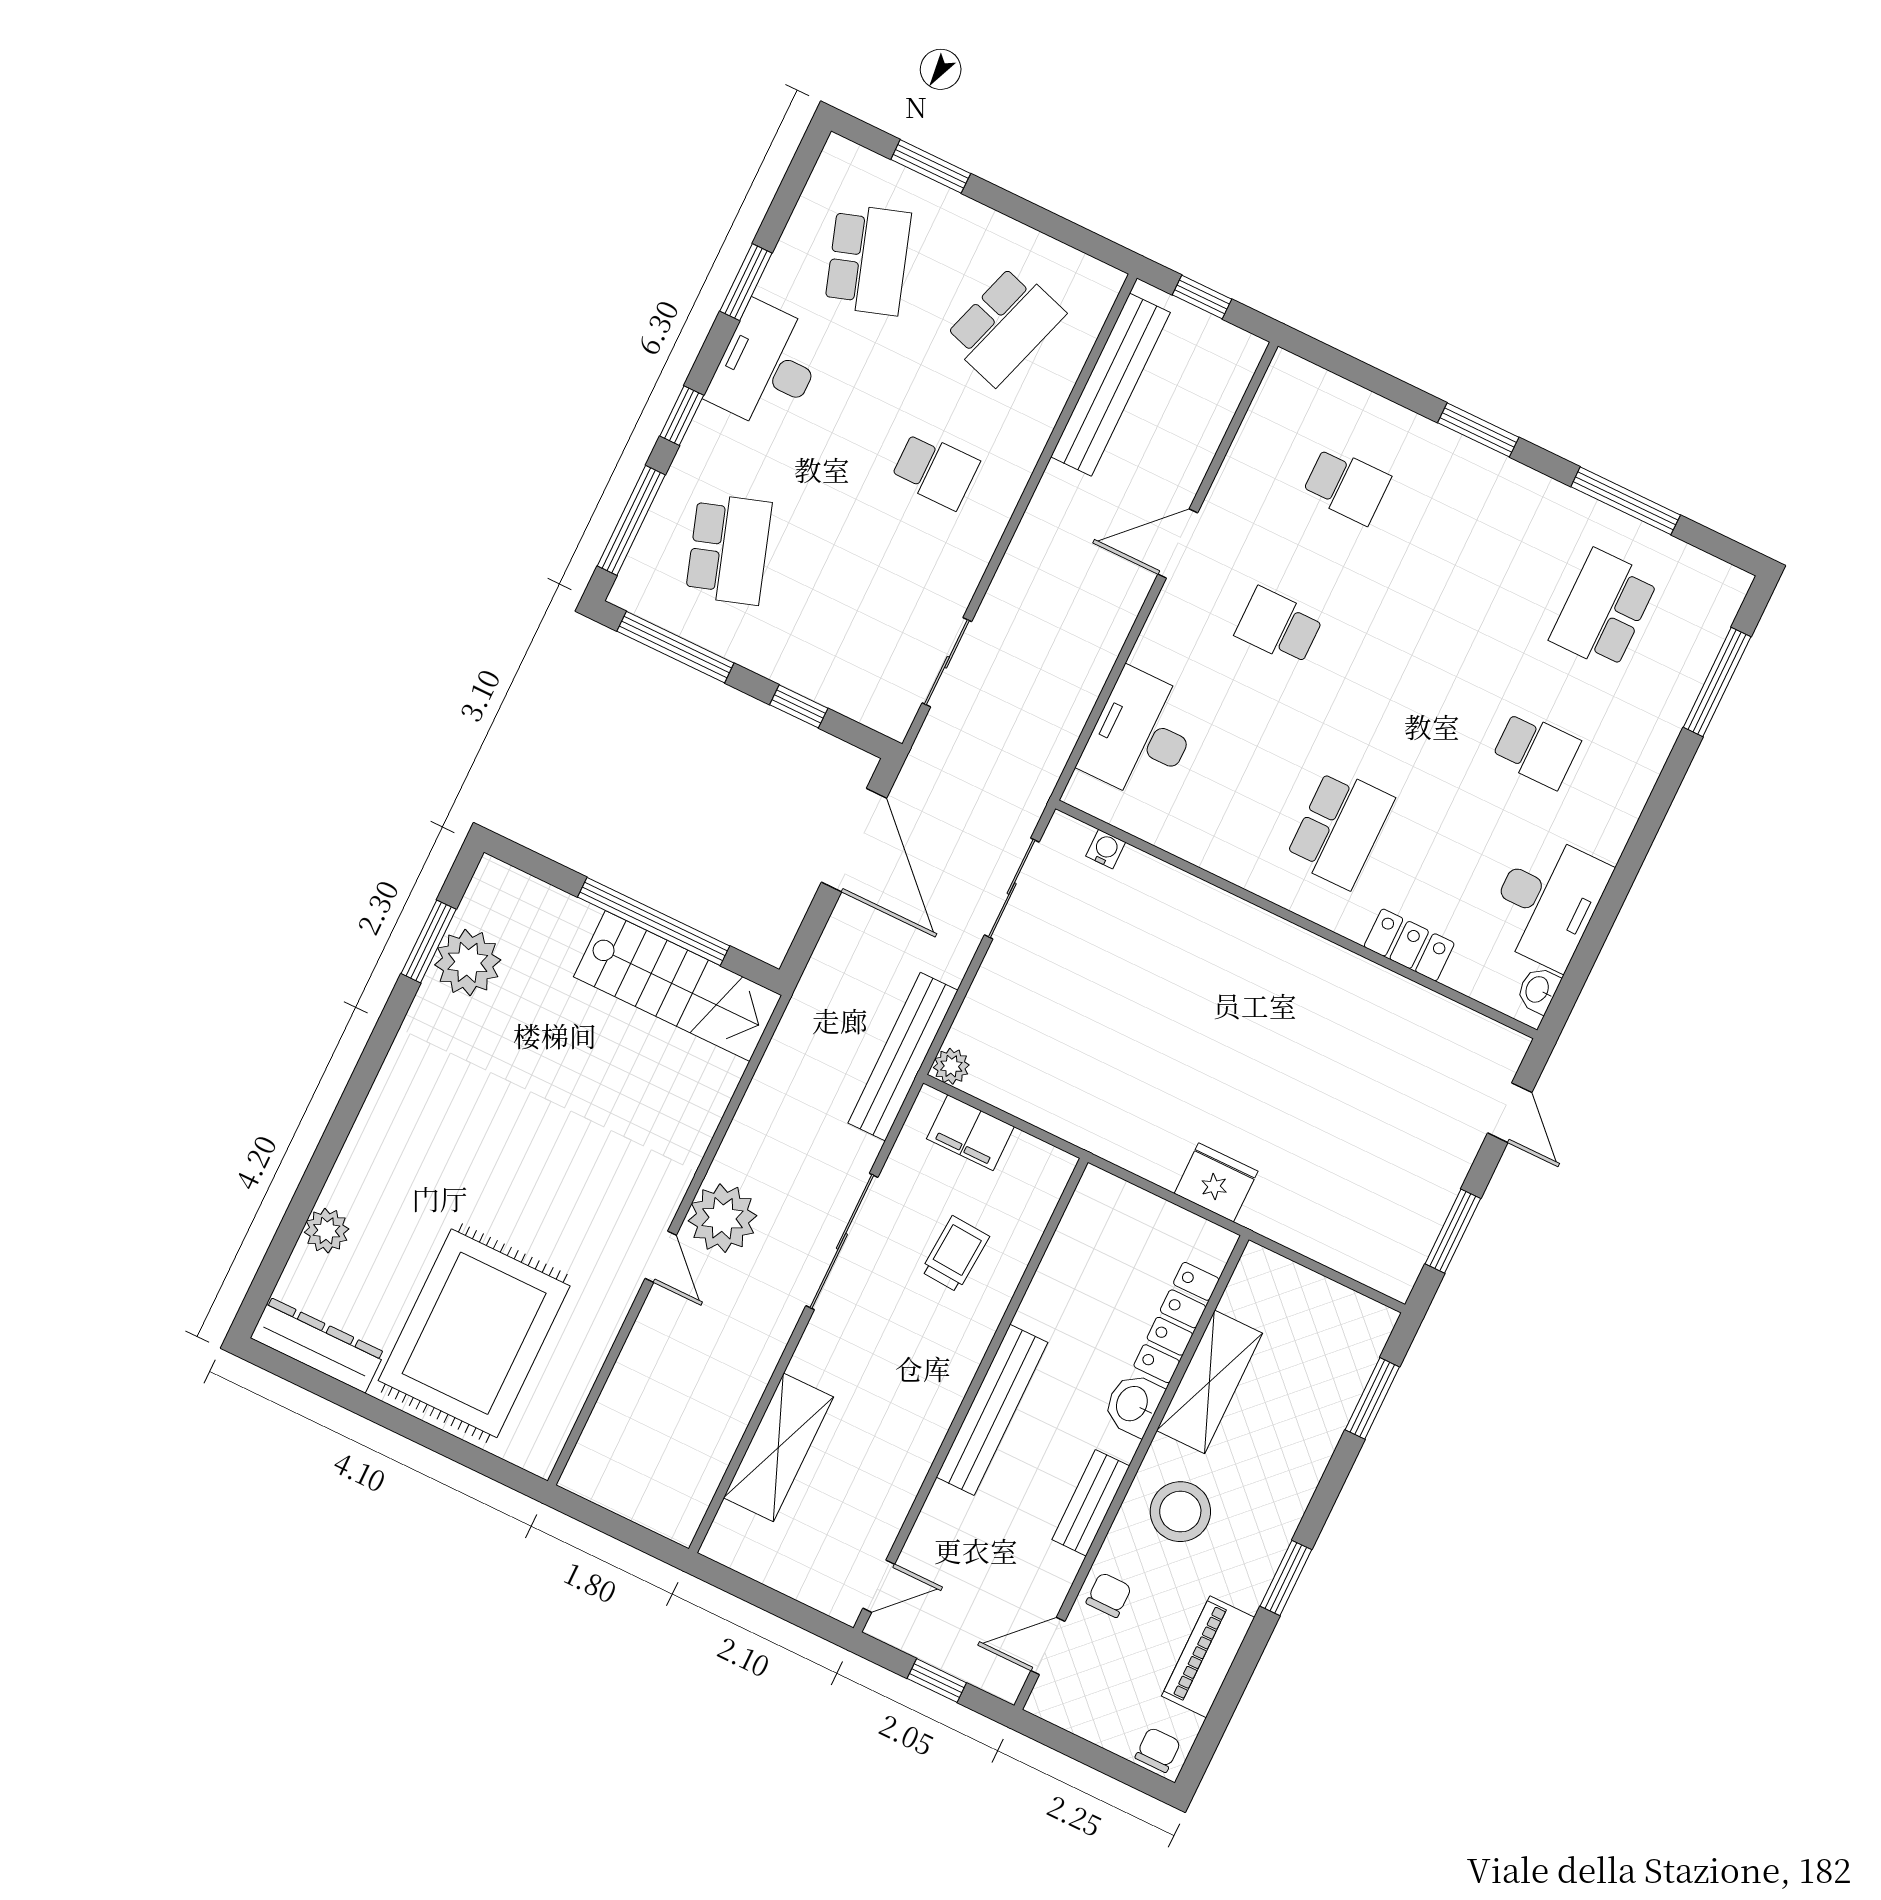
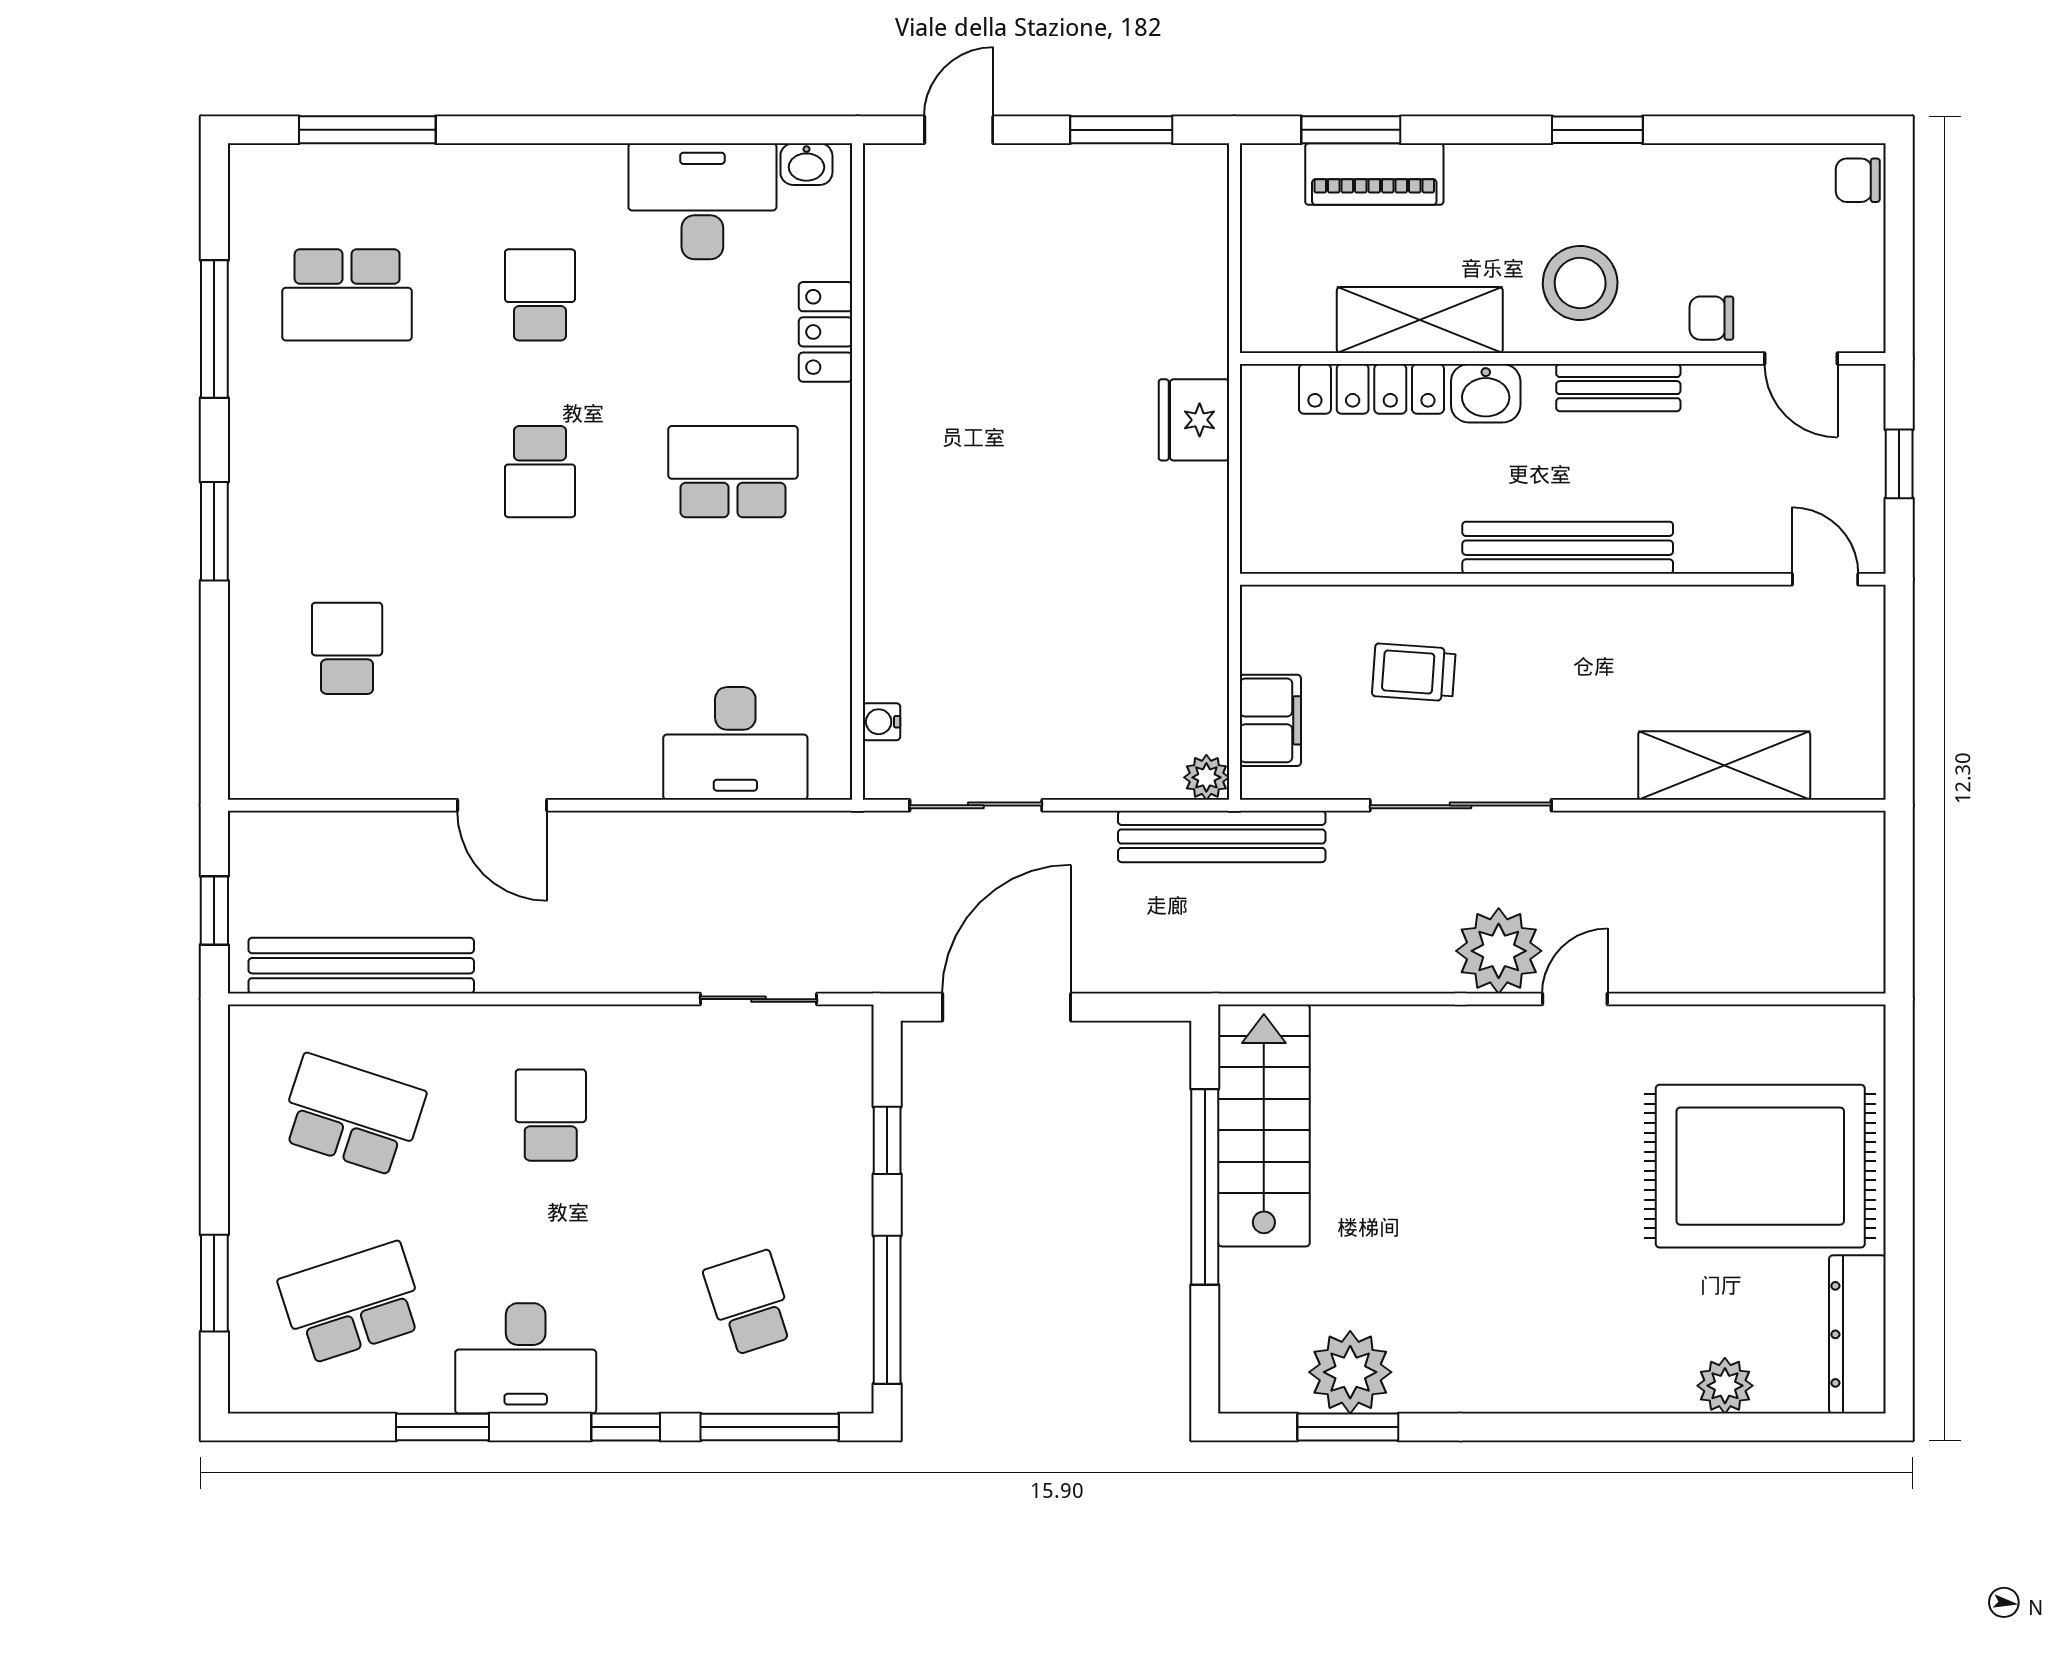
school desk: (729, 549) -> (750, 1303), width x0.54
school desk: (1279, 626) -> (540, 472), moved
piano: (1208, 1657) -> (1374, 174), moved

